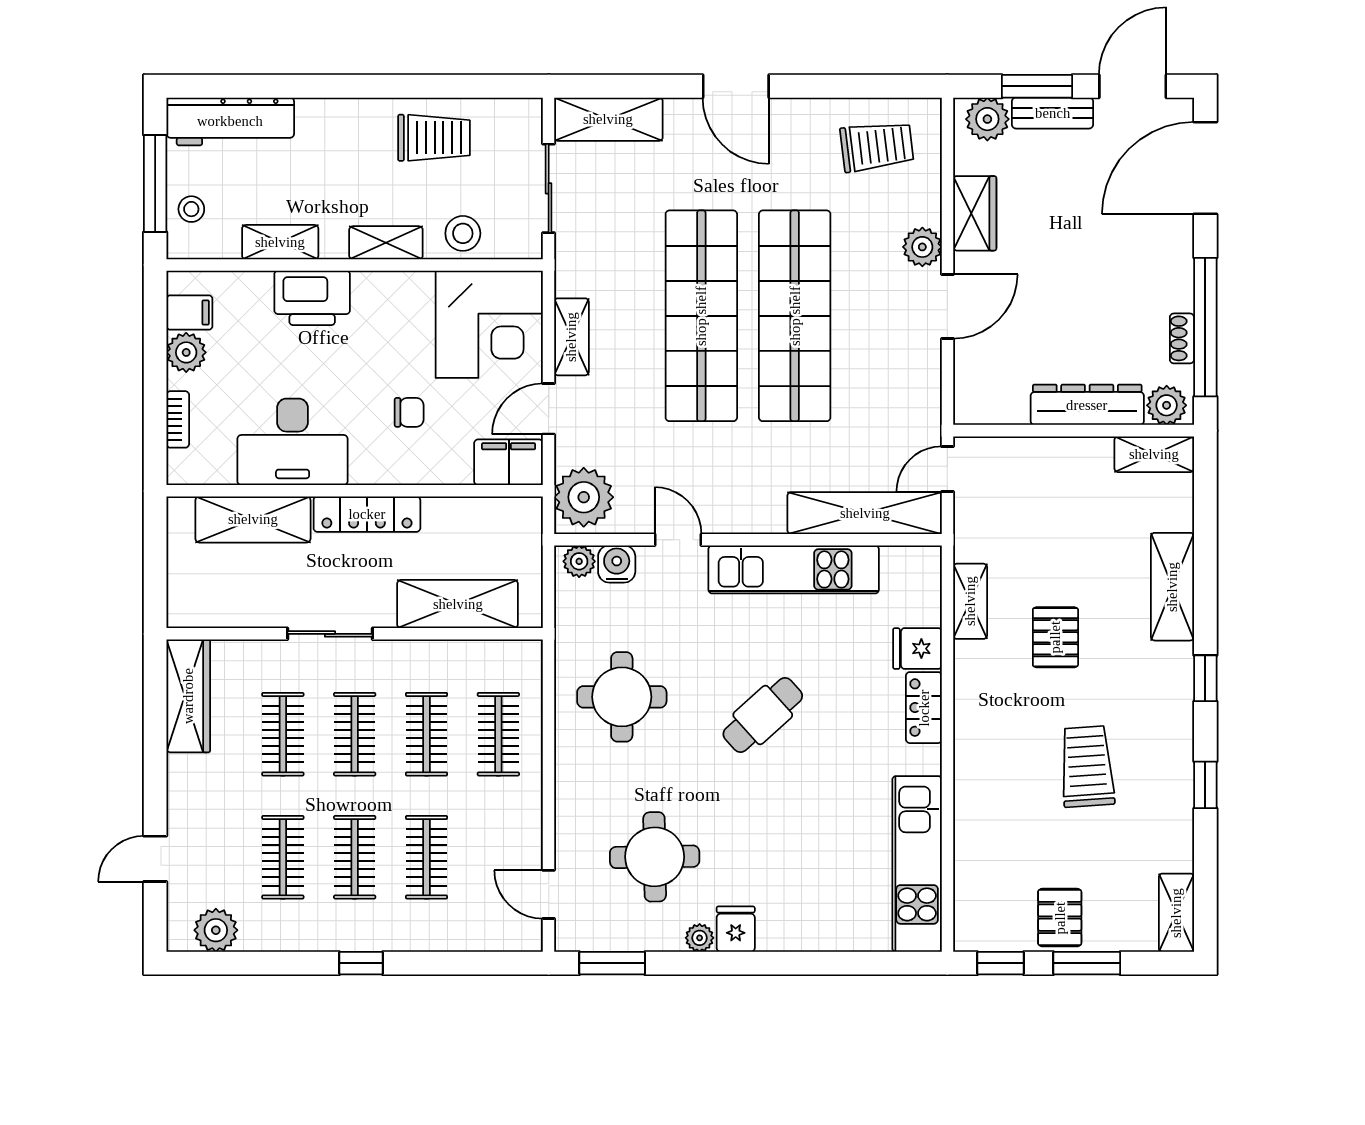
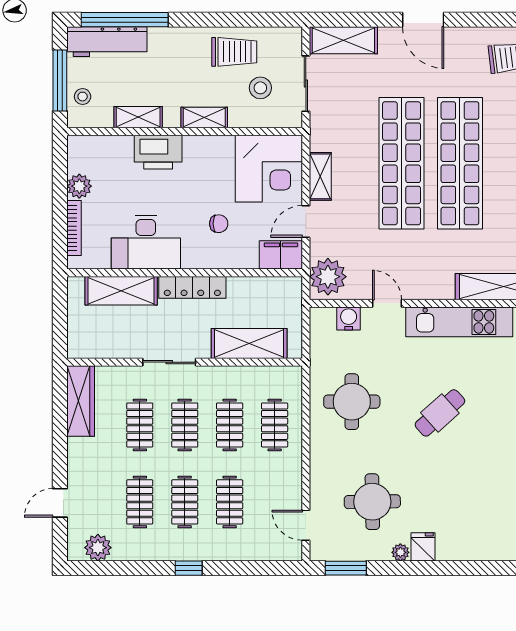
window: (259, 86) -> (125, 20), added
stool: (463, 233) -> (260, 88), moved
filing cabinet: (189, 312) -> (81, 161), removed
bookcase: (178, 419) -> (74, 228), width x1.56
plant: (579, 561) -> (325, 317), removed

